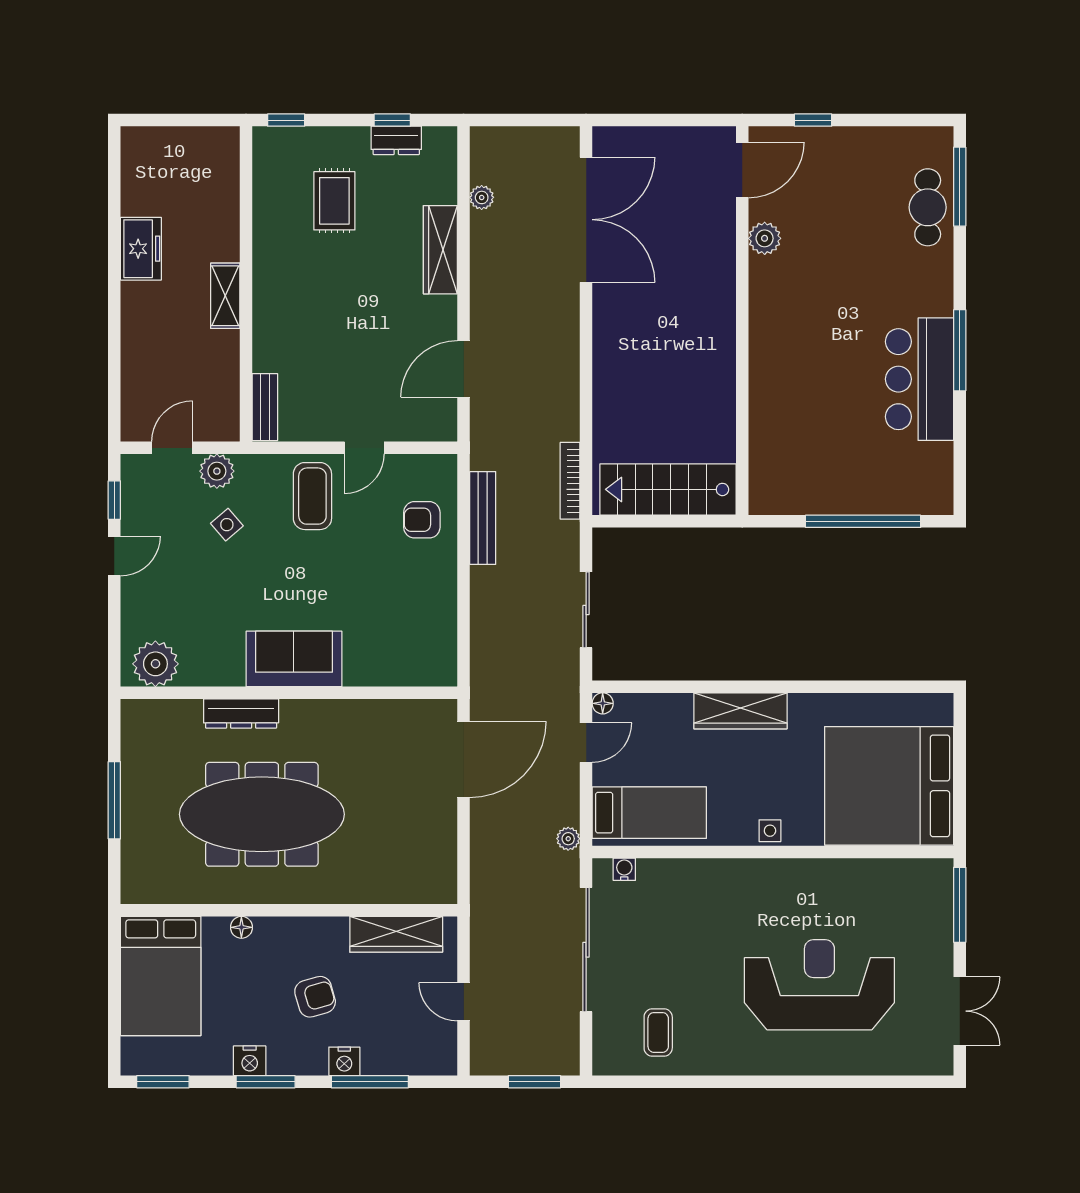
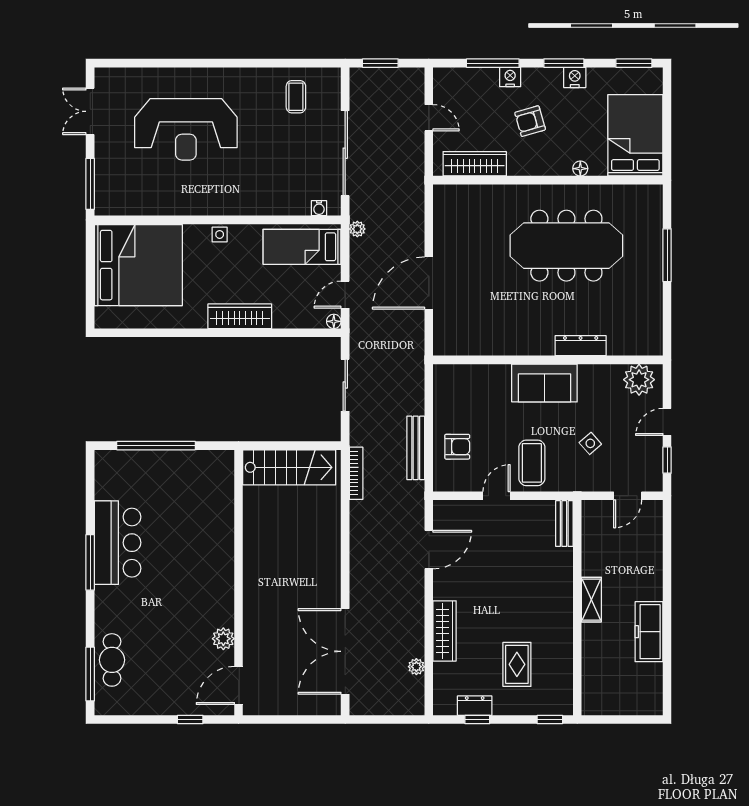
freezer: (141, 249) -> (649, 632), width x1.40
plant: (217, 471) -> (597, 480), removed
sofa: (294, 659) -> (544, 383), moved
plant: (155, 664) -> (639, 380), moved
wall: (289, 693) -> (548, 360), moved
dresser: (241, 714) -> (581, 346), moved

